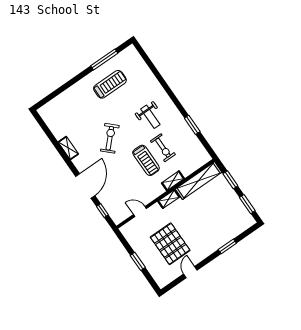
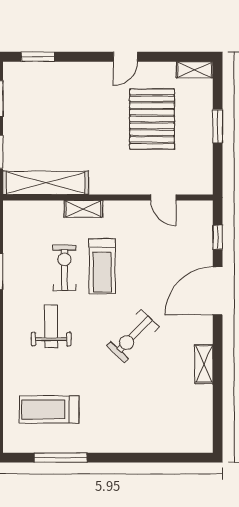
treadmill: (110, 84) -> (49, 409), moved
treadmill: (146, 160) -> (102, 266), turned 180
shelving: (169, 199) -> (195, 70), moved
window: (227, 246) -> (38, 57), moved
door: (190, 272) -> (125, 57), moved

